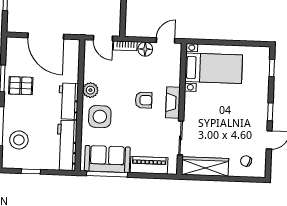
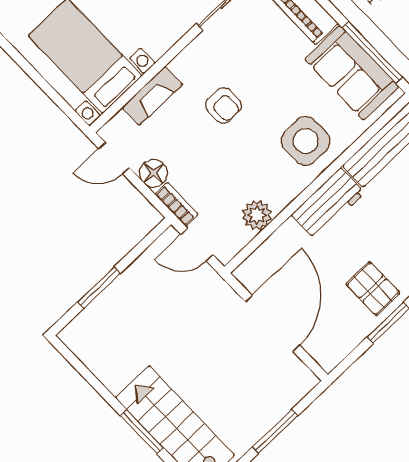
door: (103, 38) -> (197, 245), swing flipped
plant: (90, 90) -> (257, 215), moved
armchair: (144, 100) -> (224, 105), turned 180
fireplace: (173, 102) -> (152, 96), moved

